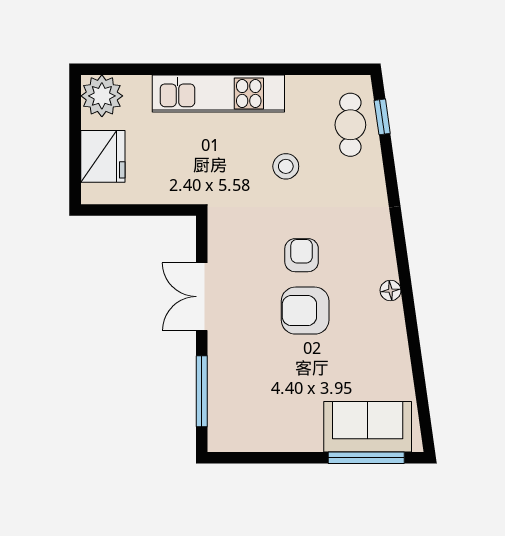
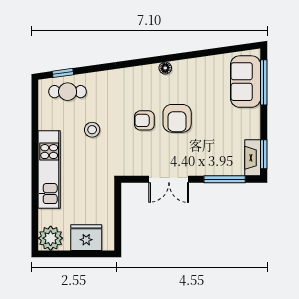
fireplace: (238, 439) -> (253, 158), added
window: (244, 458) -> (264, 154), added

